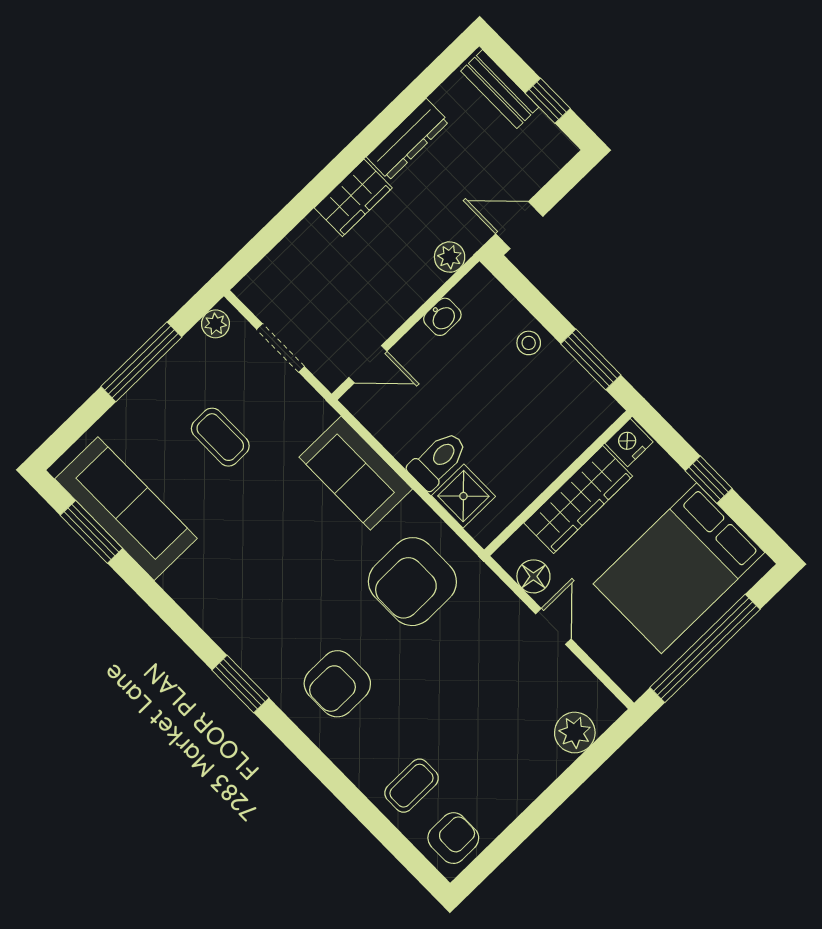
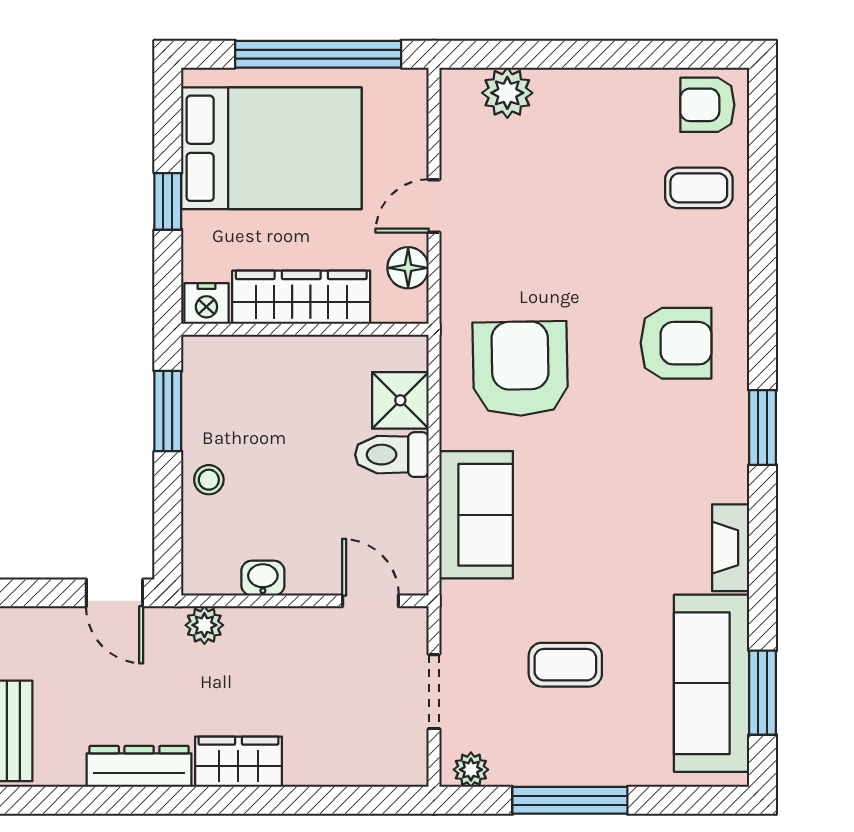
coffee table: (220, 437) -> (565, 665), turned 90
armchair: (412, 582) -> (520, 369), turned -91
fireplace: (191, 597) -> (731, 548), added

